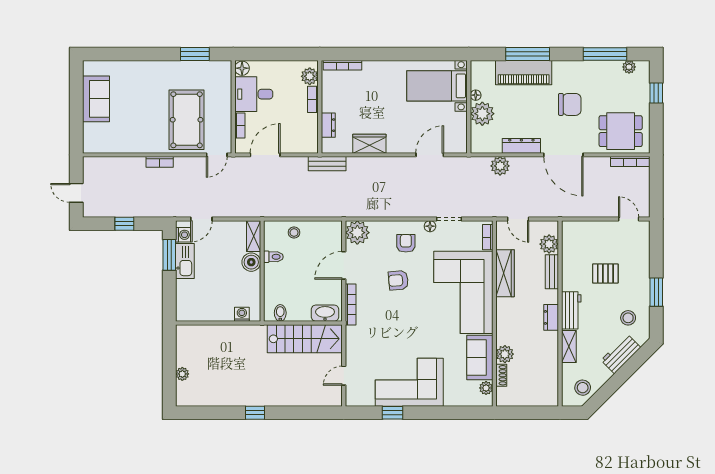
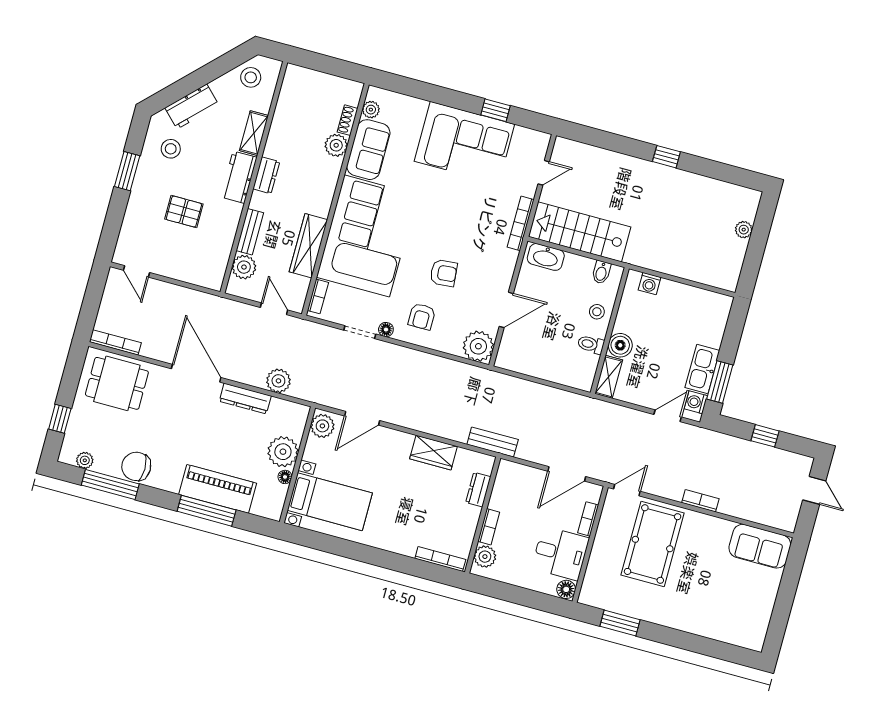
sofa: (96, 99) -> (760, 546), moved, turned -90
chair: (570, 104) -> (136, 466), moved
plant: (458, 141) -> (322, 426), added
stool: (294, 233) -> (597, 312), moved
bookcase: (351, 304) -> (521, 223), moved

